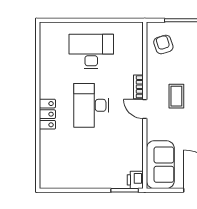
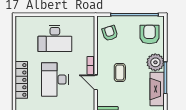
desk: (91, 51) -> (55, 38), turned 180
locker: (47, 114) -> (21, 80), width x1.53

